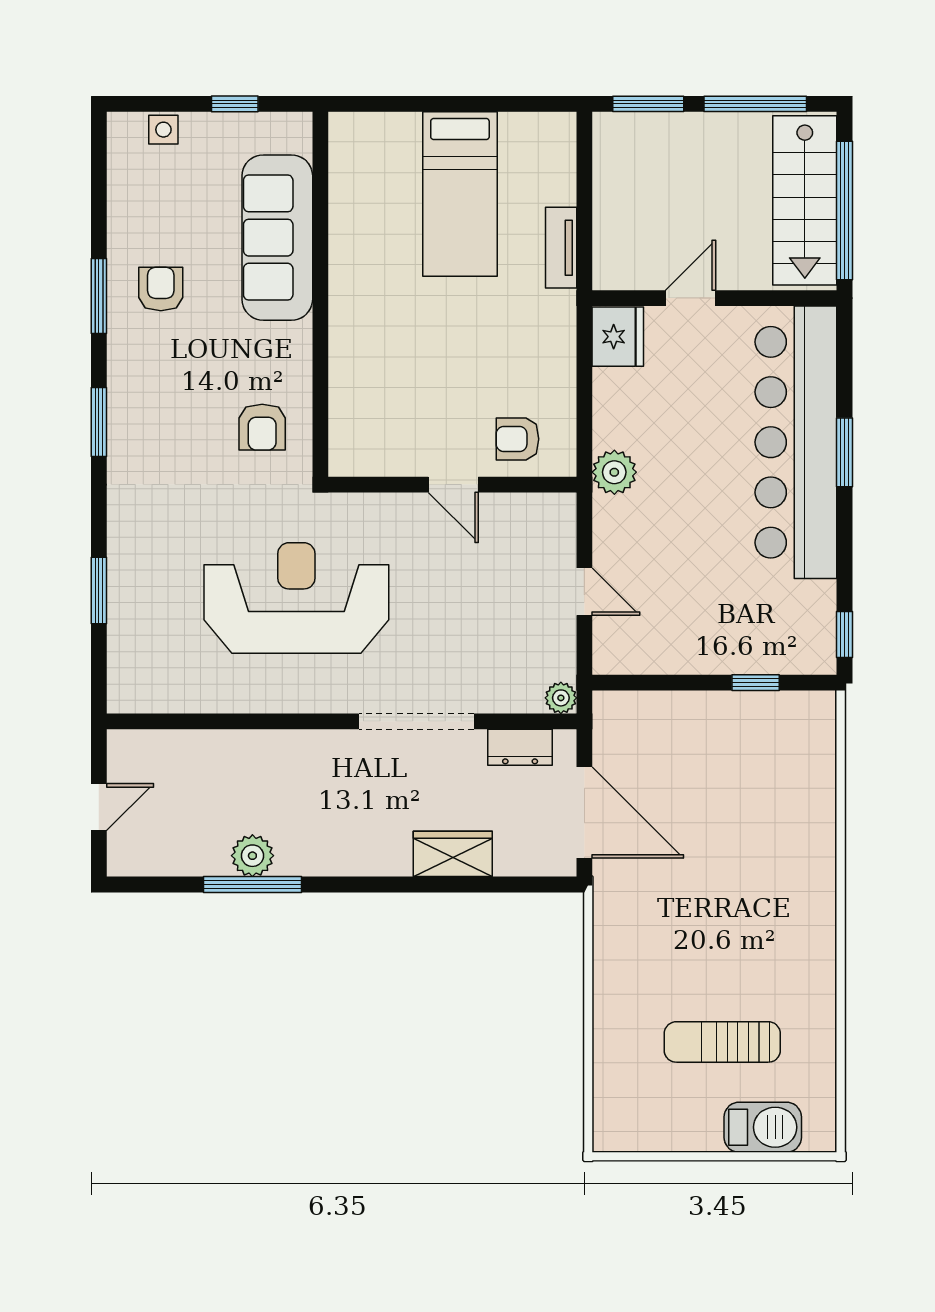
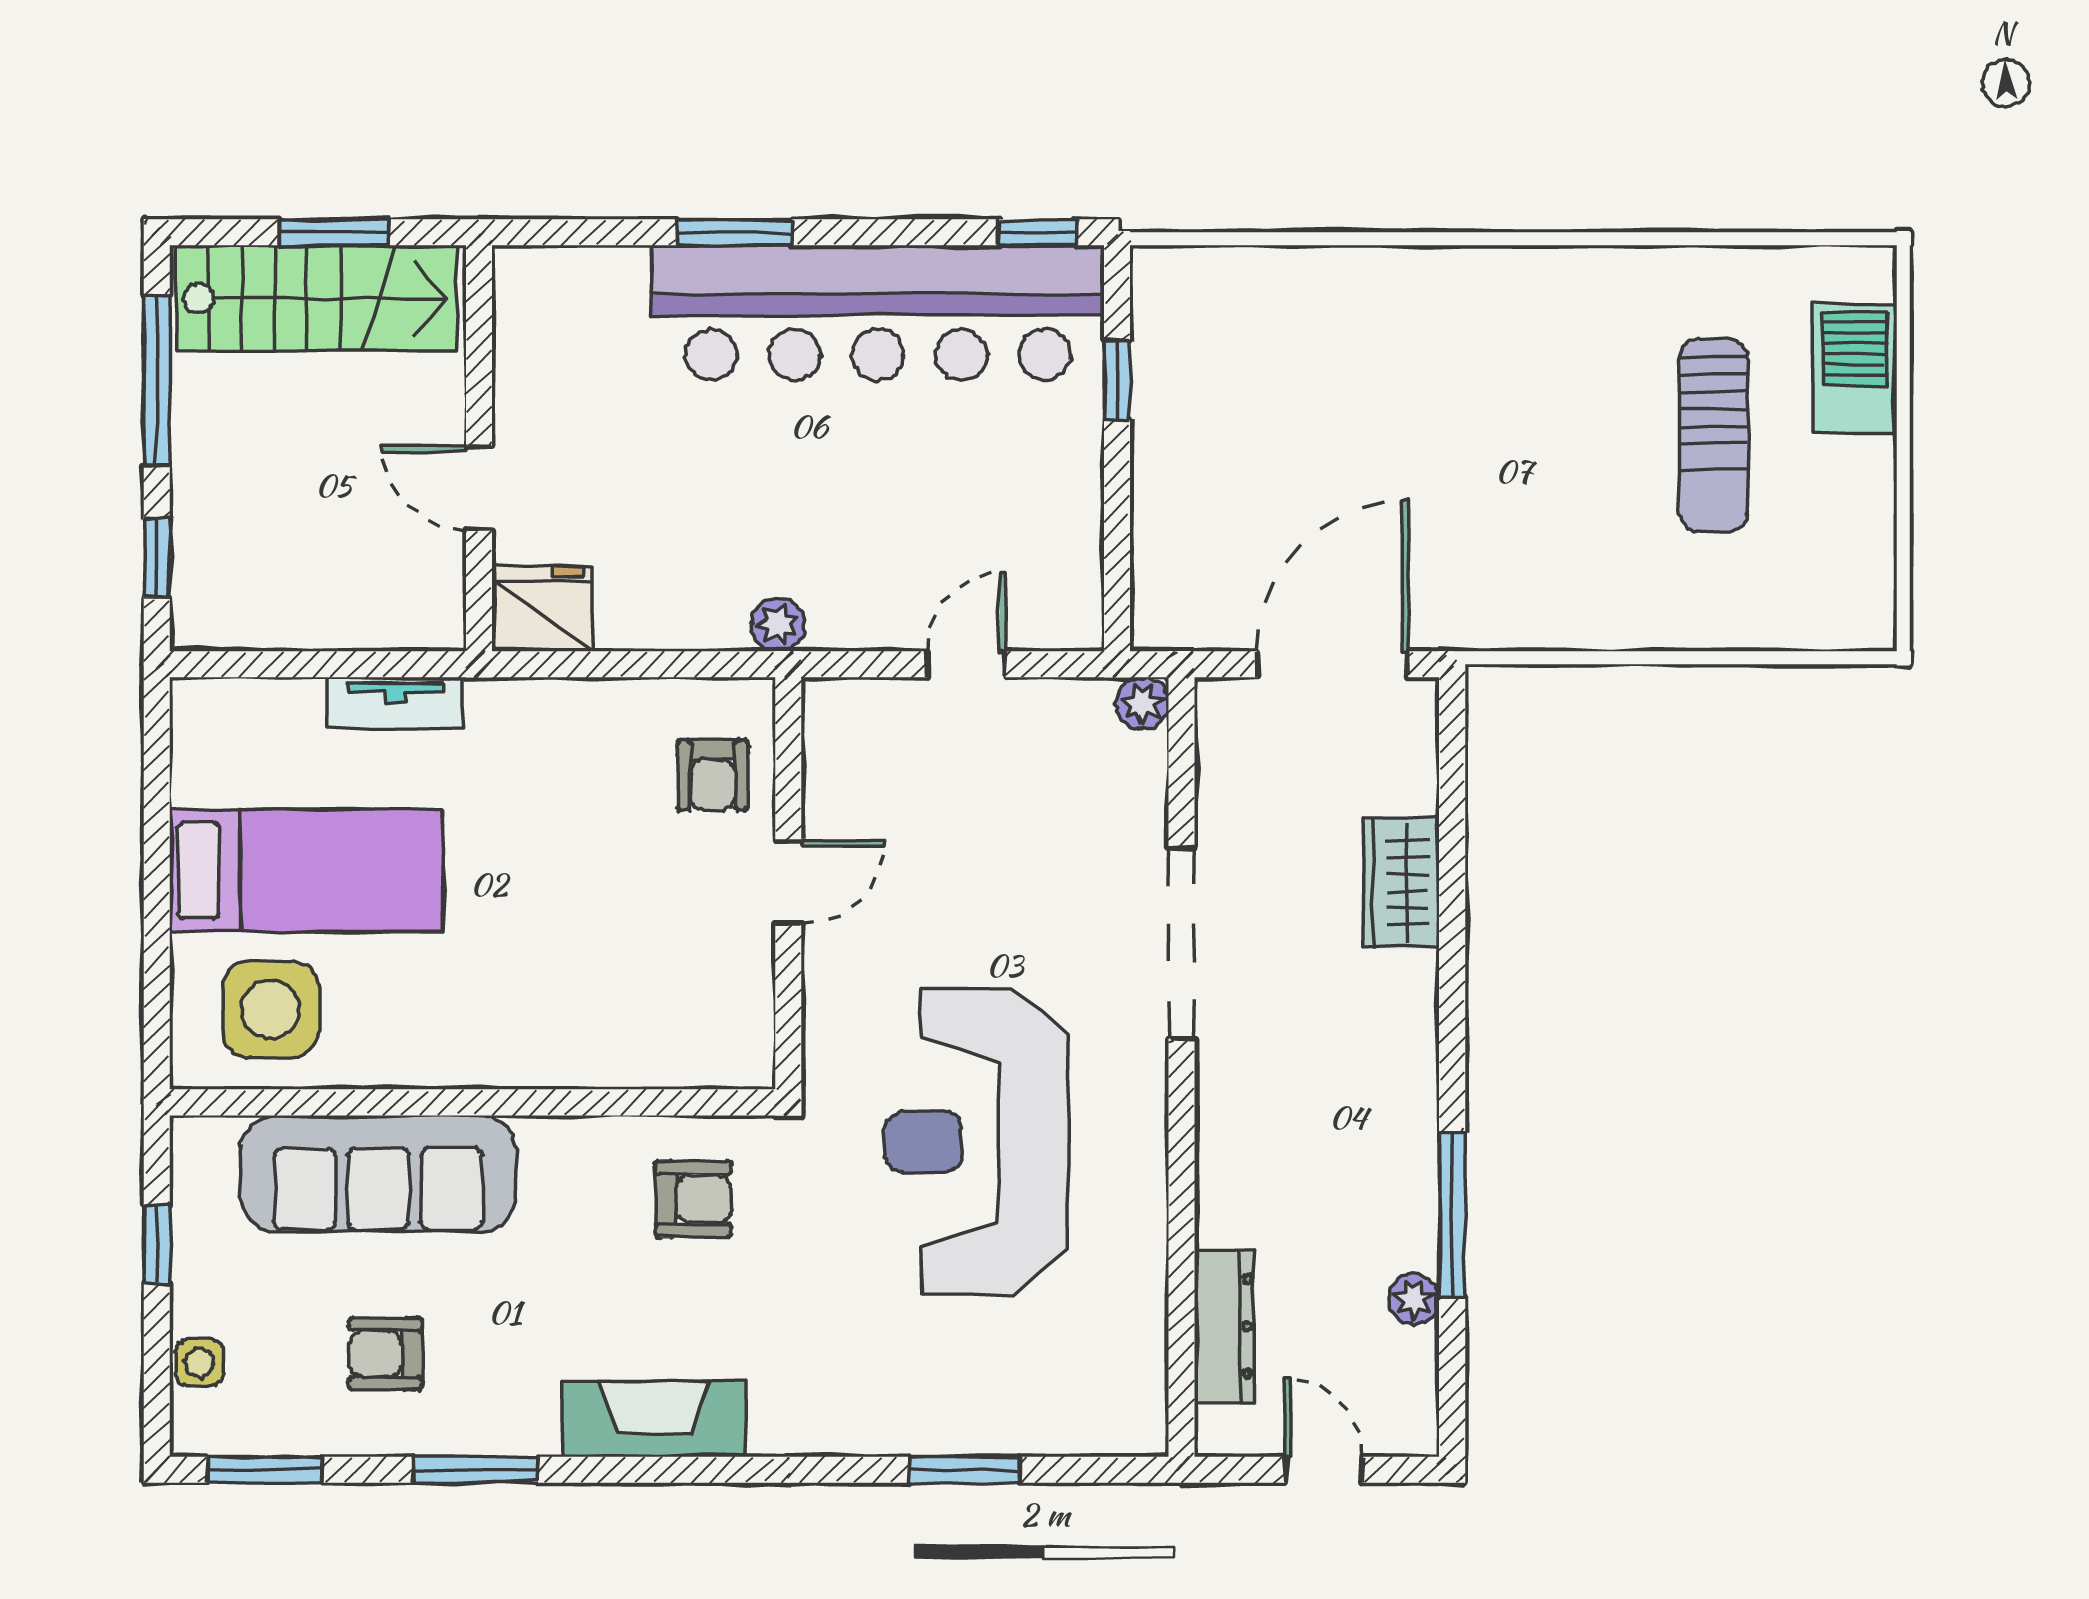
window: (648, 104) -> (157, 558), width x0.67
side table: (376, 172) -> (270, 1009), added
window: (845, 211) -> (334, 232), width x0.47
armchair: (161, 289) -> (385, 1354), moved
fireplace: (130, 404) -> (654, 1419), added
window: (99, 422) -> (265, 1470), moved
bar counter: (796, 442) -> (878, 313), moved
plant: (614, 472) -> (778, 625), width x0.73, depth x0.73
dresser: (520, 747) -> (1224, 1326), moved, width x1.44
plant: (252, 856) -> (1414, 1299), moved, width x0.73, depth x0.73

